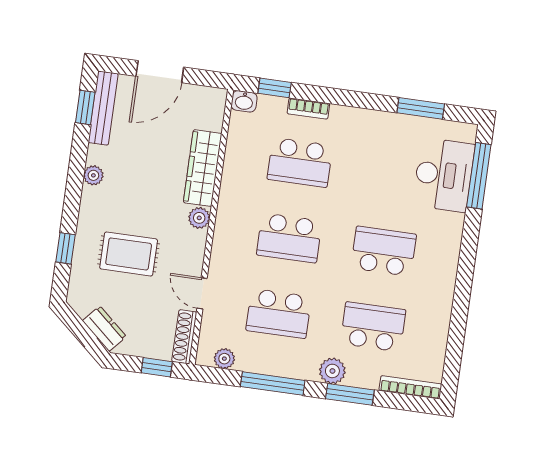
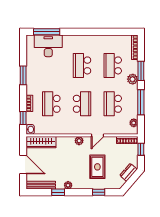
window: (85, 107) -> (58, 192), moved
window: (421, 108) -> (23, 75), moved
school desk: (300, 162) -> (51, 104), turned 180
wardrobe: (203, 168) -> (41, 142), moved
door: (202, 293) -> (98, 135), moved
school desk: (279, 313) -> (113, 104), turned 180

